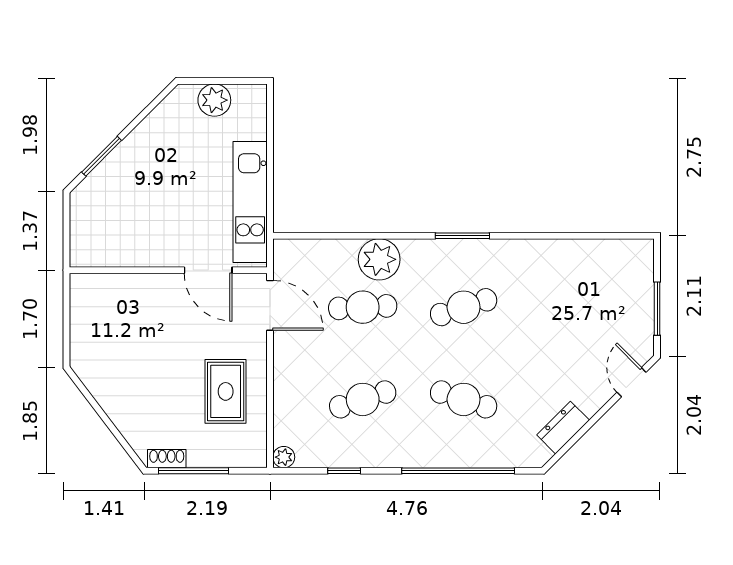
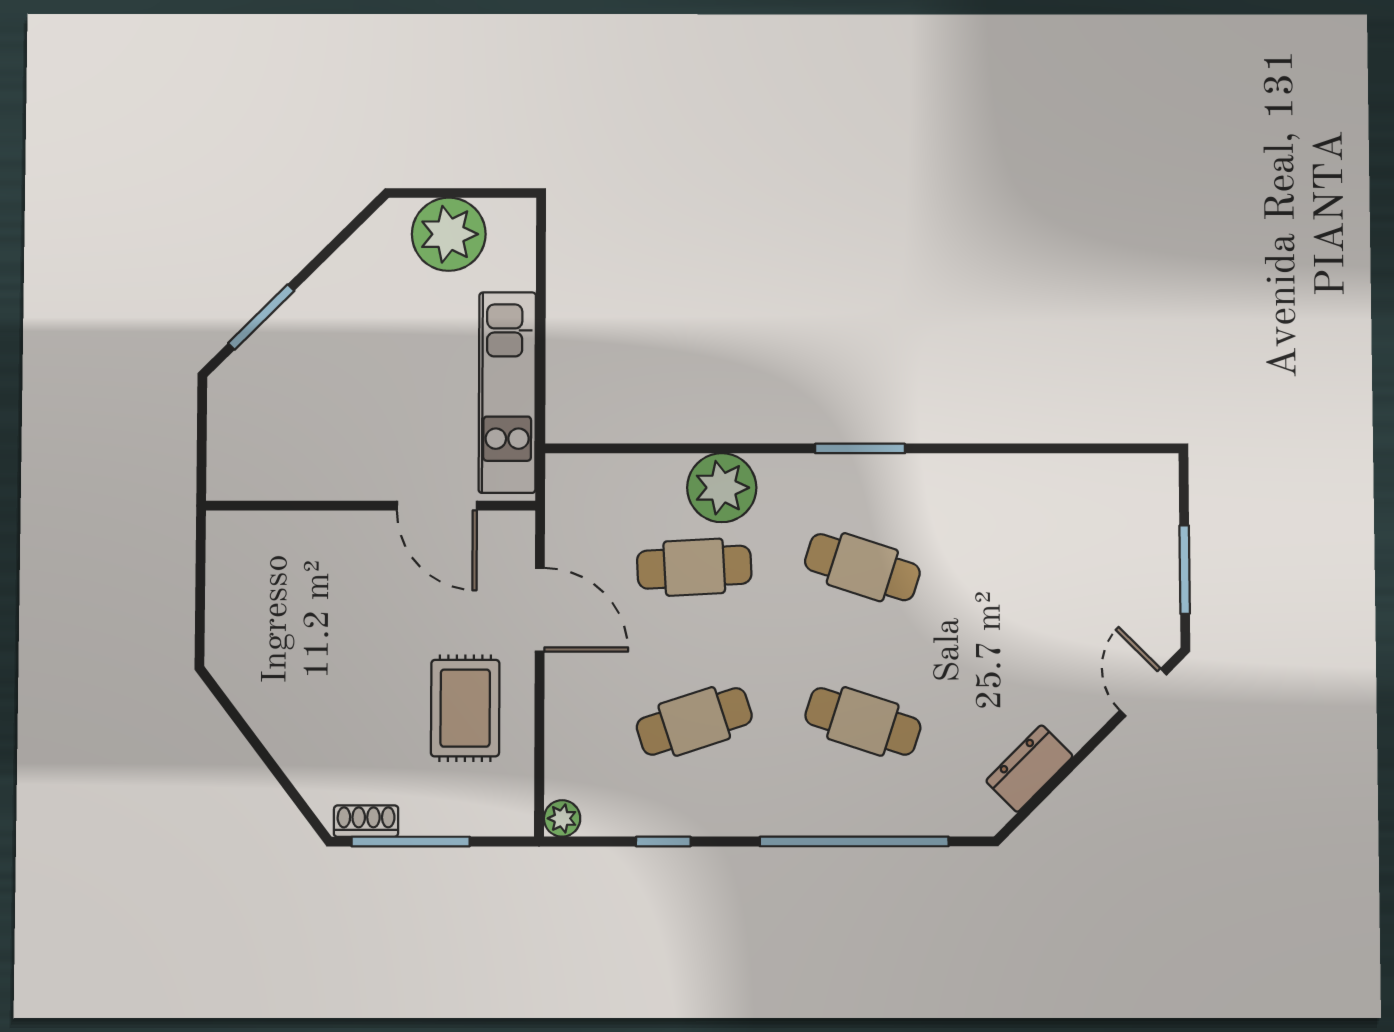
plant: (214, 100) -> (449, 234), width x1.36, depth x1.36
door: (270, 305) -> (540, 610), moved
cafe table: (464, 307) -> (862, 567), turned 36

